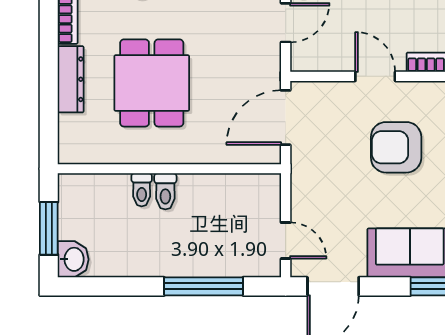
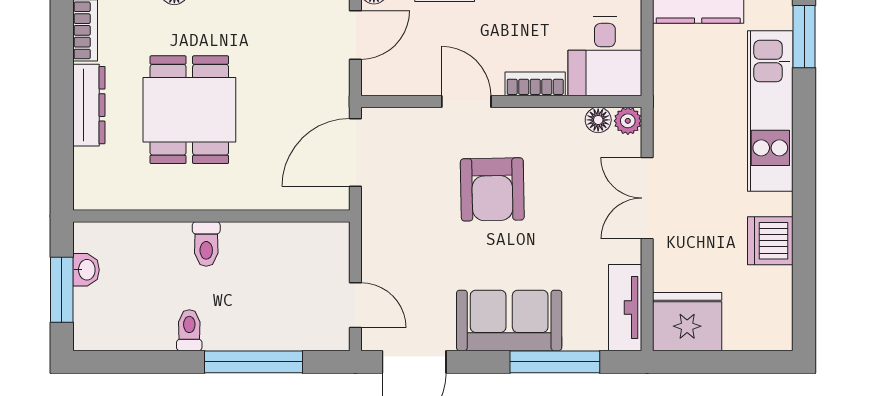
armchair: (396, 147) -> (492, 189), turned -91
toilet: (142, 190) -> (189, 330), moved, turned 180
washbasin: (73, 259) -> (86, 270), moved, width x0.72, depth x0.69

